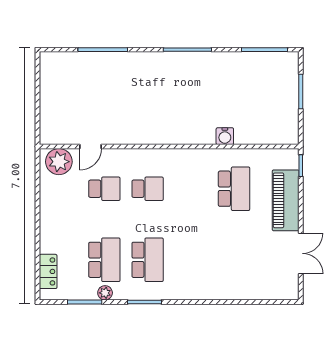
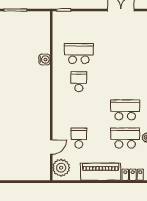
door: (90, 147) -> (51, 147), hinge flipped
school desk: (148, 189) -> (79, 82), moved
piano: (286, 200) -> (101, 172), moved, turned 180

